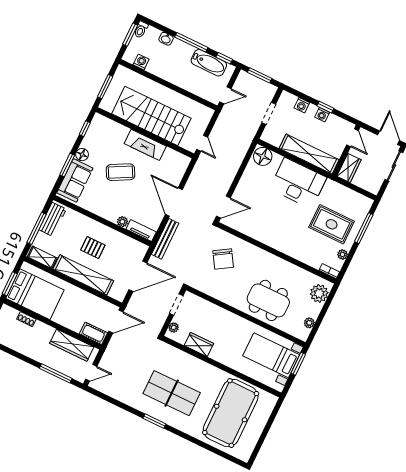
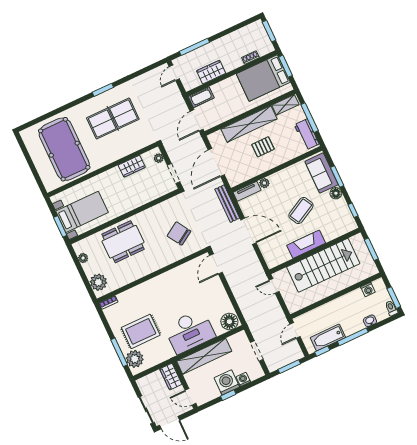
washing machine: (322, 115) -> (227, 382), width x1.89, depth x1.89
plant: (342, 254) -> (135, 359), moved, width x1.87, depth x1.87
wardrobe: (72, 345) -> (211, 72), width x0.67

